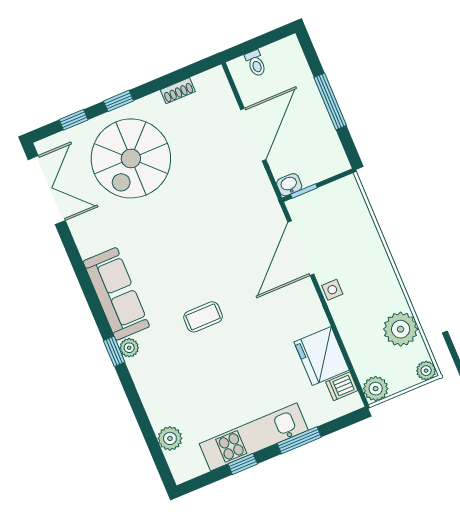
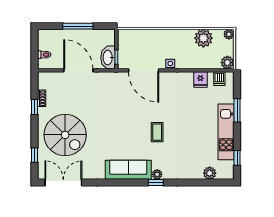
window: (119, 101) -> (34, 107), moved
washbasin: (289, 185) -> (108, 58), width x1.91, depth x1.45
fridge: (322, 356) -> (200, 80), width x0.53, depth x0.75
window: (243, 464) -> (237, 158), moved

